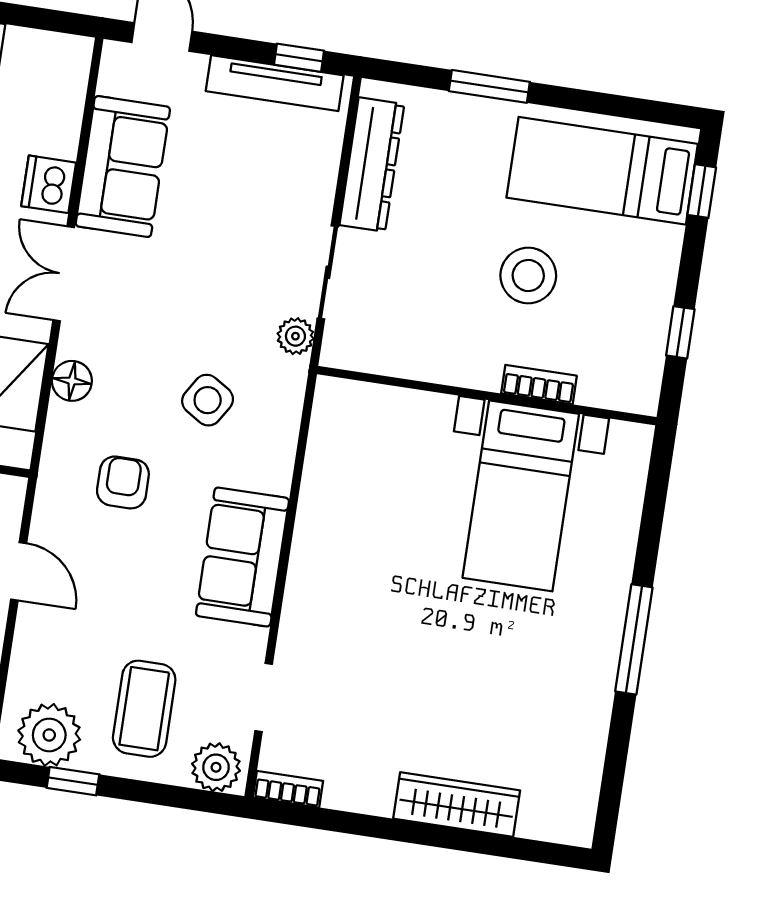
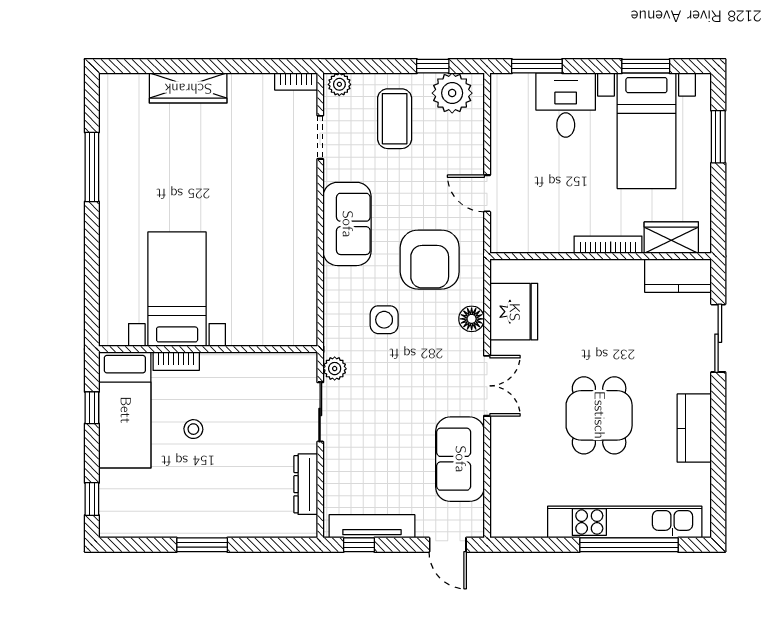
window: (489, 86) -> (202, 545), moved
dresser: (372, 165) -> (306, 484), width x0.73, depth x0.80
bed: (602, 171) -> (125, 410), moved, turned 90
dishwasher: (49, 184) -> (505, 441), removed
stool: (528, 276) -> (193, 429), width x0.53, depth x0.53
side table: (208, 400) -> (384, 320), turned -32
armchair: (123, 482) -> (430, 260), width x1.88, depth x1.88
window: (634, 639) -> (92, 167), moved
plant: (216, 767) -> (339, 84), width x0.73, depth x0.73

